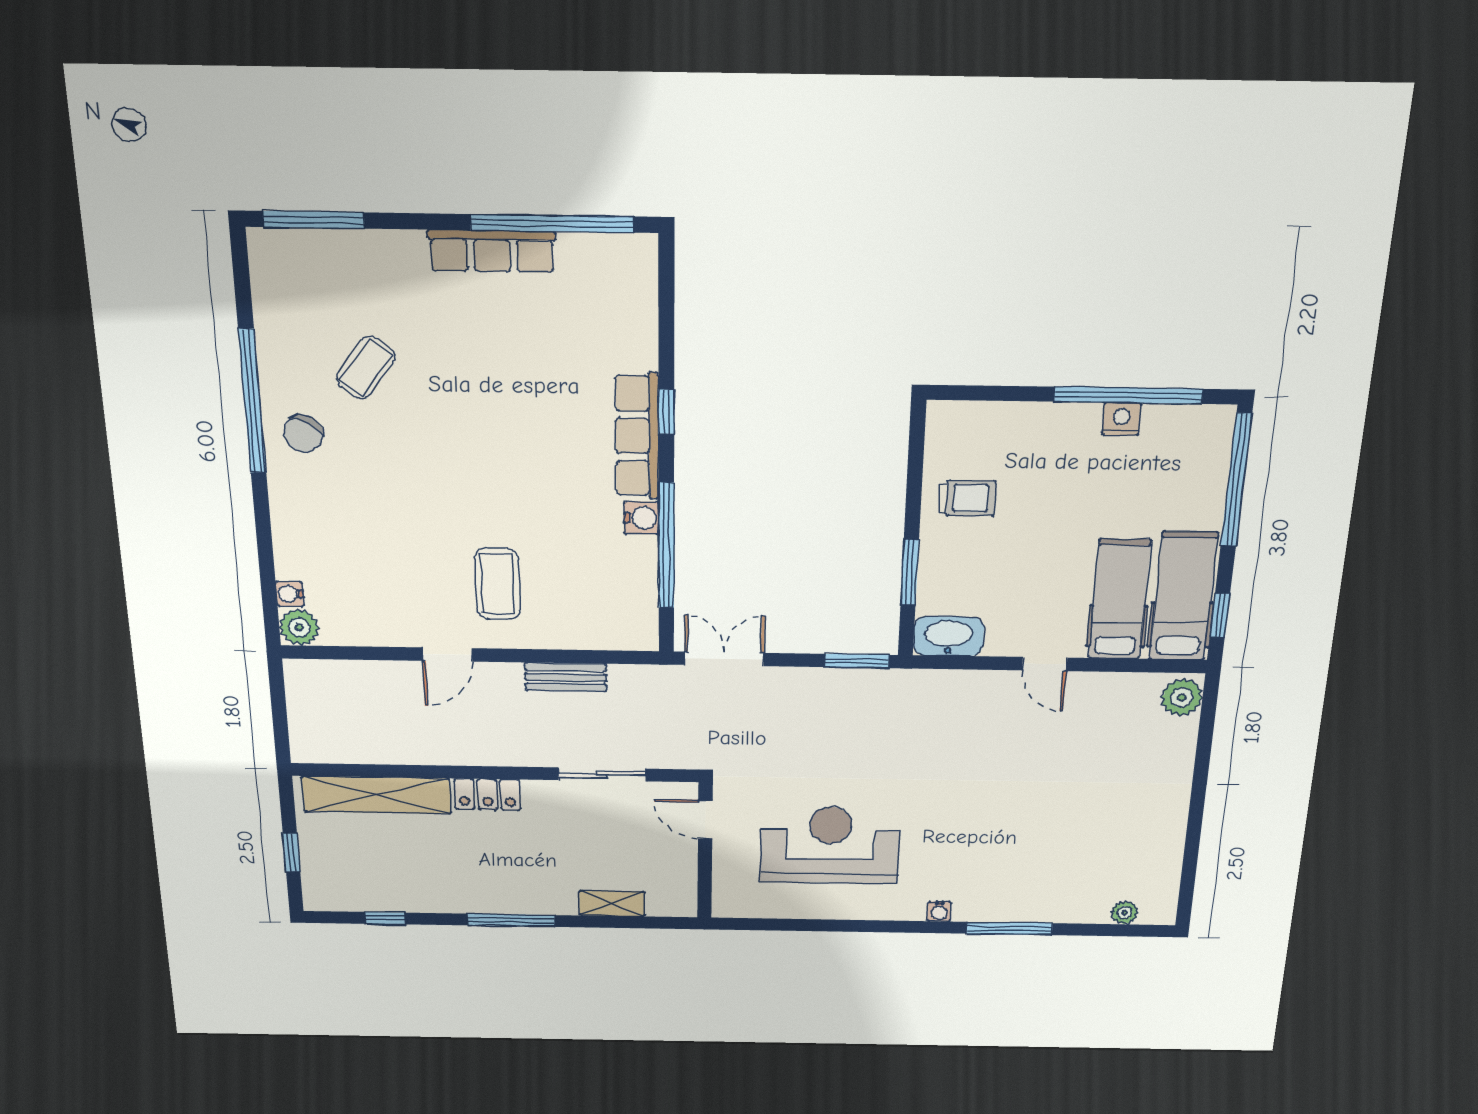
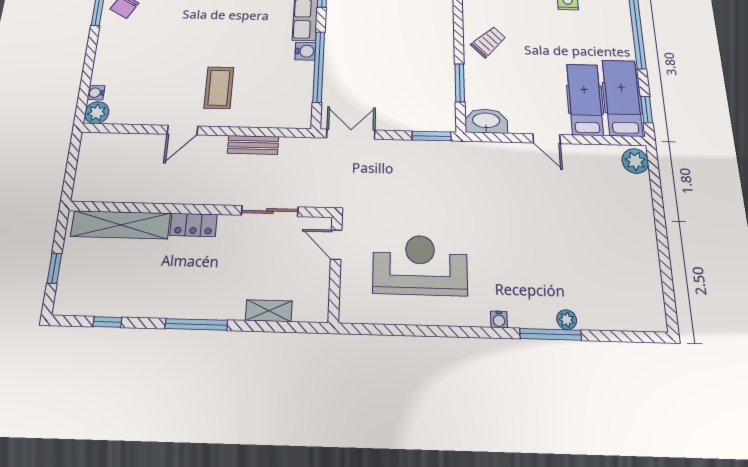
trolley: (967, 498) -> (489, 42), turned -44
plant: (1125, 913) -> (567, 320), moved

